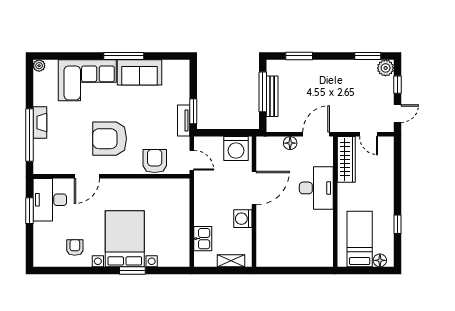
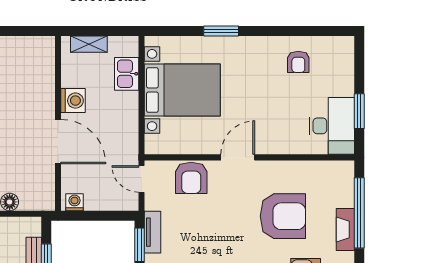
armchair: (110, 139) -> (283, 216), moved
washing machine: (236, 149) -> (74, 202), width x0.53, depth x0.53
door: (87, 176) -> (238, 157), moved
door: (254, 188) -> (58, 142), swing flipped
bed with nightstands: (125, 239) -> (182, 90), moved, turned -90

